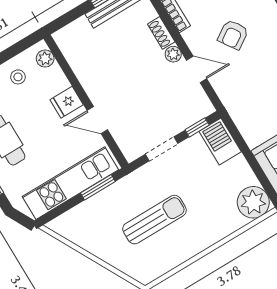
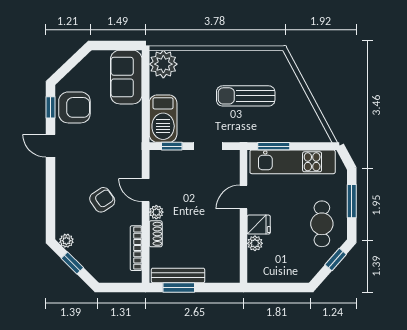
plant: (45, 58) -> (255, 243), moved
stool: (18, 77) -> (284, 266), removed
door: (97, 120) -> (244, 197), swing flipped
barbecue: (220, 141) -> (163, 119), width x1.37, depth x1.21

